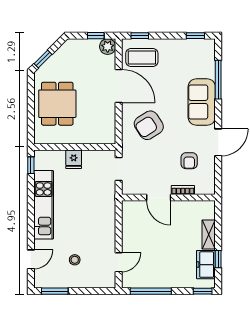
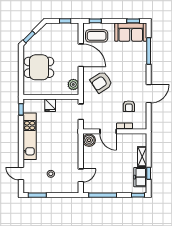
plant: (108, 47) -> (73, 84), moved
sofa: (202, 102) -> (131, 32), moved, turned -90
dining table: (57, 104) -> (39, 67), turned 90
boiler: (131, 210) -> (89, 140), added
door: (31, 259) -> (21, 173), swing flipped

